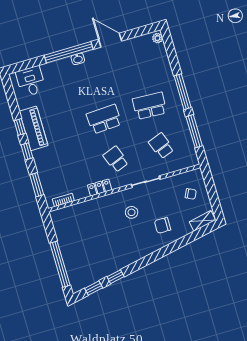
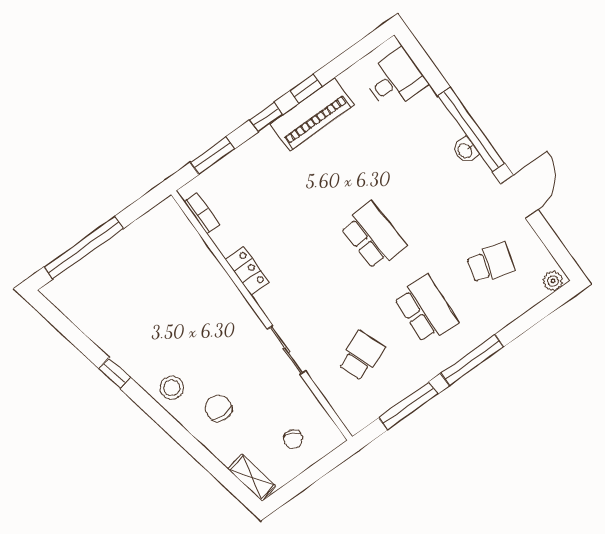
school desk: (116, 159) -> (491, 263), moved, turned 36
stool: (132, 212) -> (172, 388), moved
window: (116, 277) -> (115, 373), moved
window: (94, 288) -> (62, 324), removed

